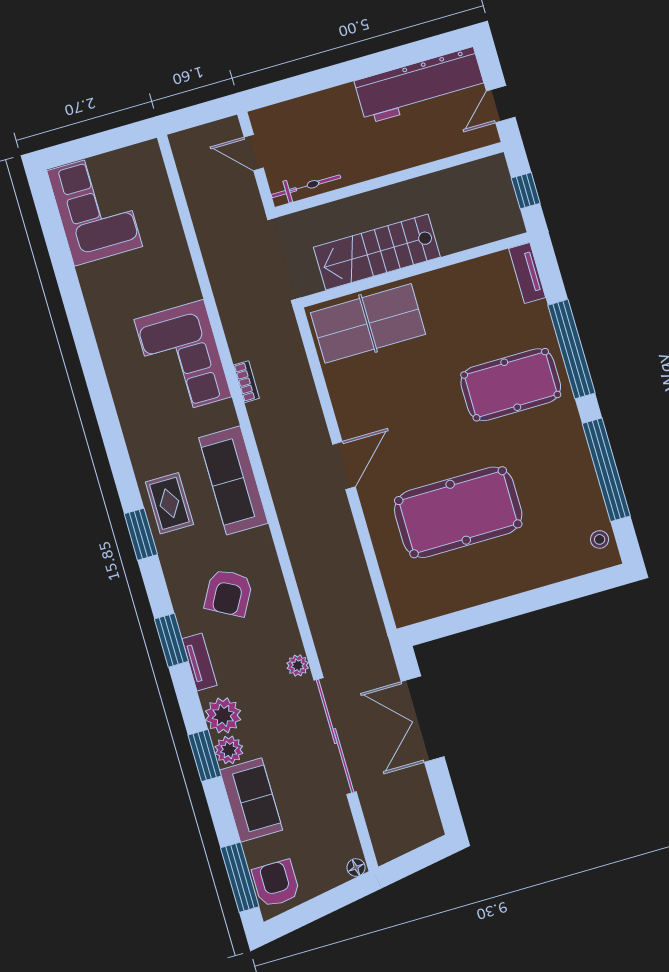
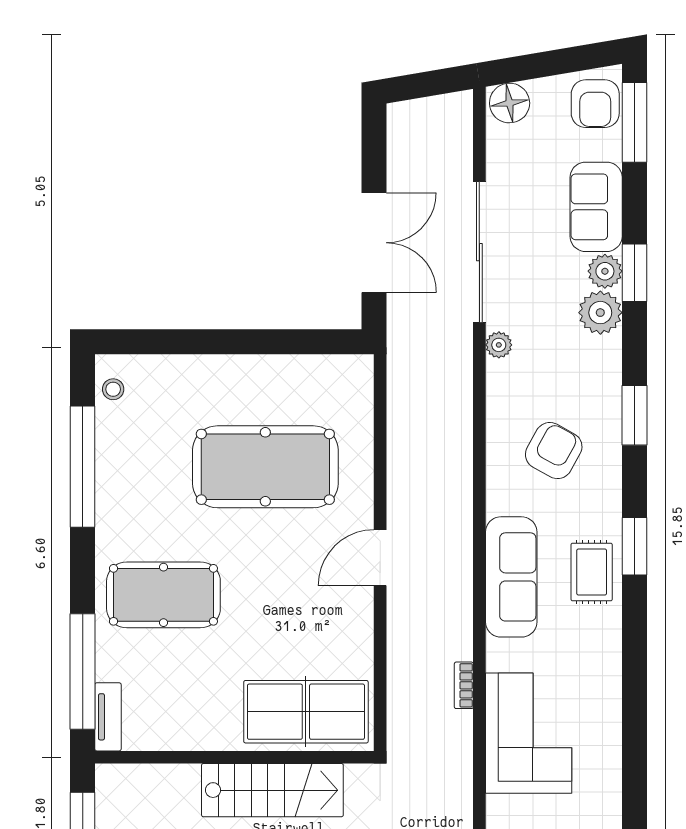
window: (571, 349) -> (83, 671), moved
tv unit: (199, 662) -> (610, 381), removed
floor lamp: (356, 868) -> (510, 103), width x1.89, depth x1.89

